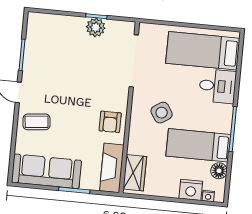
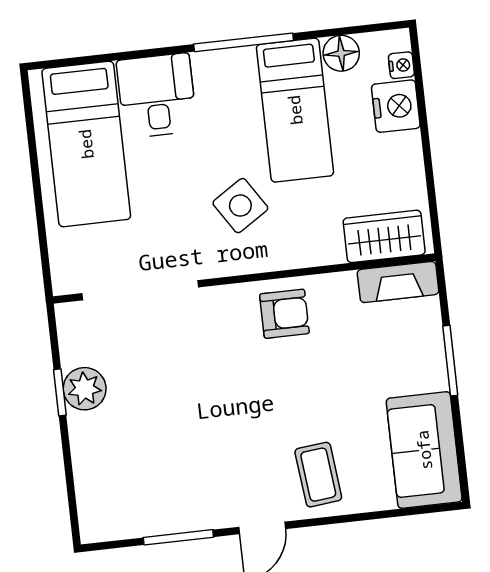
fireplace: (112, 168) -> (398, 282), width x0.73, depth x0.76
sofa: (46, 171) -> (424, 450), width x0.73

